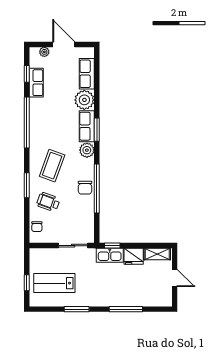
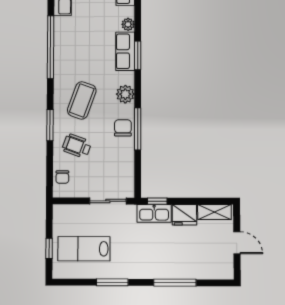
plant: (84, 100) -> (128, 24), width x0.53, depth x0.53
plant: (87, 150) -> (125, 94), moved
chair: (85, 188) -> (123, 128), turned 180
window: (97, 189) -> (138, 129), width x0.68

